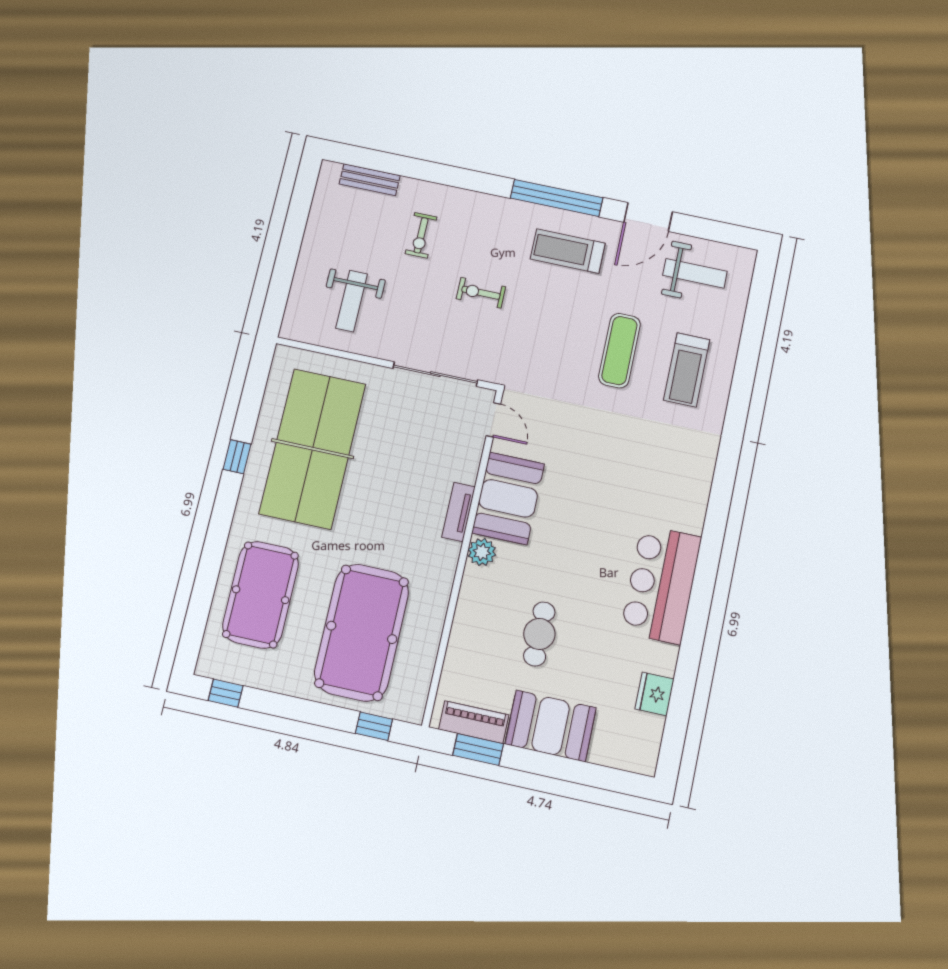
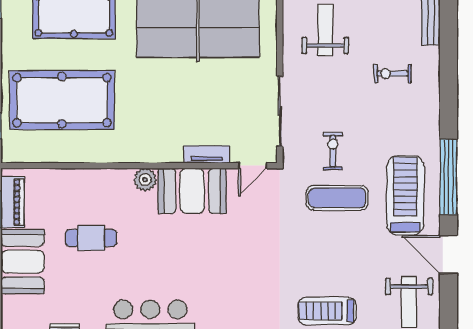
treadmill: (568, 251) -> (405, 195), width x1.37, depth x1.38
exercise bike: (481, 293) -> (333, 151), moved
weight bench: (352, 301) -> (325, 30), turned 90
exercise mat: (619, 351) -> (337, 198), moved
tv unit: (459, 512) -> (207, 154), moved

